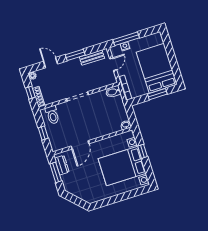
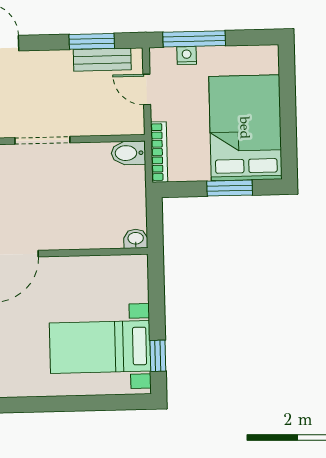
window: (75, 55) -> (92, 41), moved
door: (113, 64) -> (147, 89), swing flipped
window: (142, 151) -> (158, 356), moved
bed with nightstands: (122, 166) -> (100, 347), width x0.73

